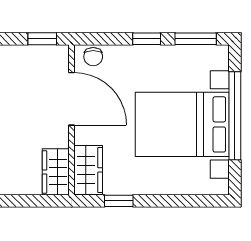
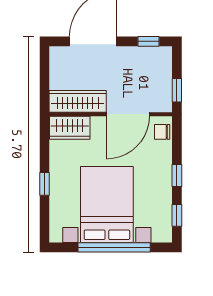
window: (196, 39) -> (177, 215), width x0.67
wardrobe: (56, 172) -> (78, 101), width x1.50
window: (119, 201) -> (44, 184), moved

